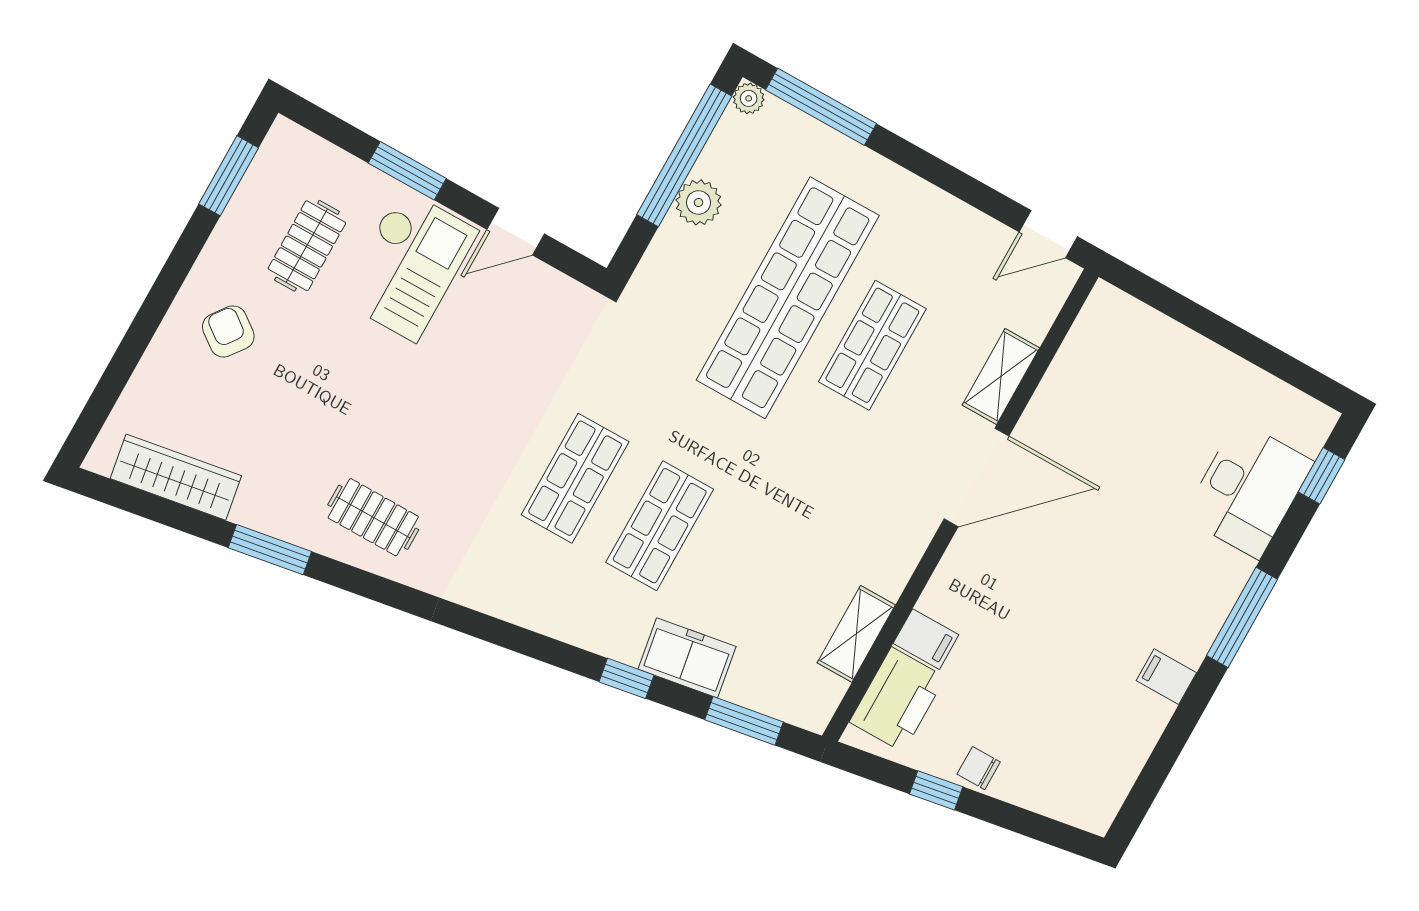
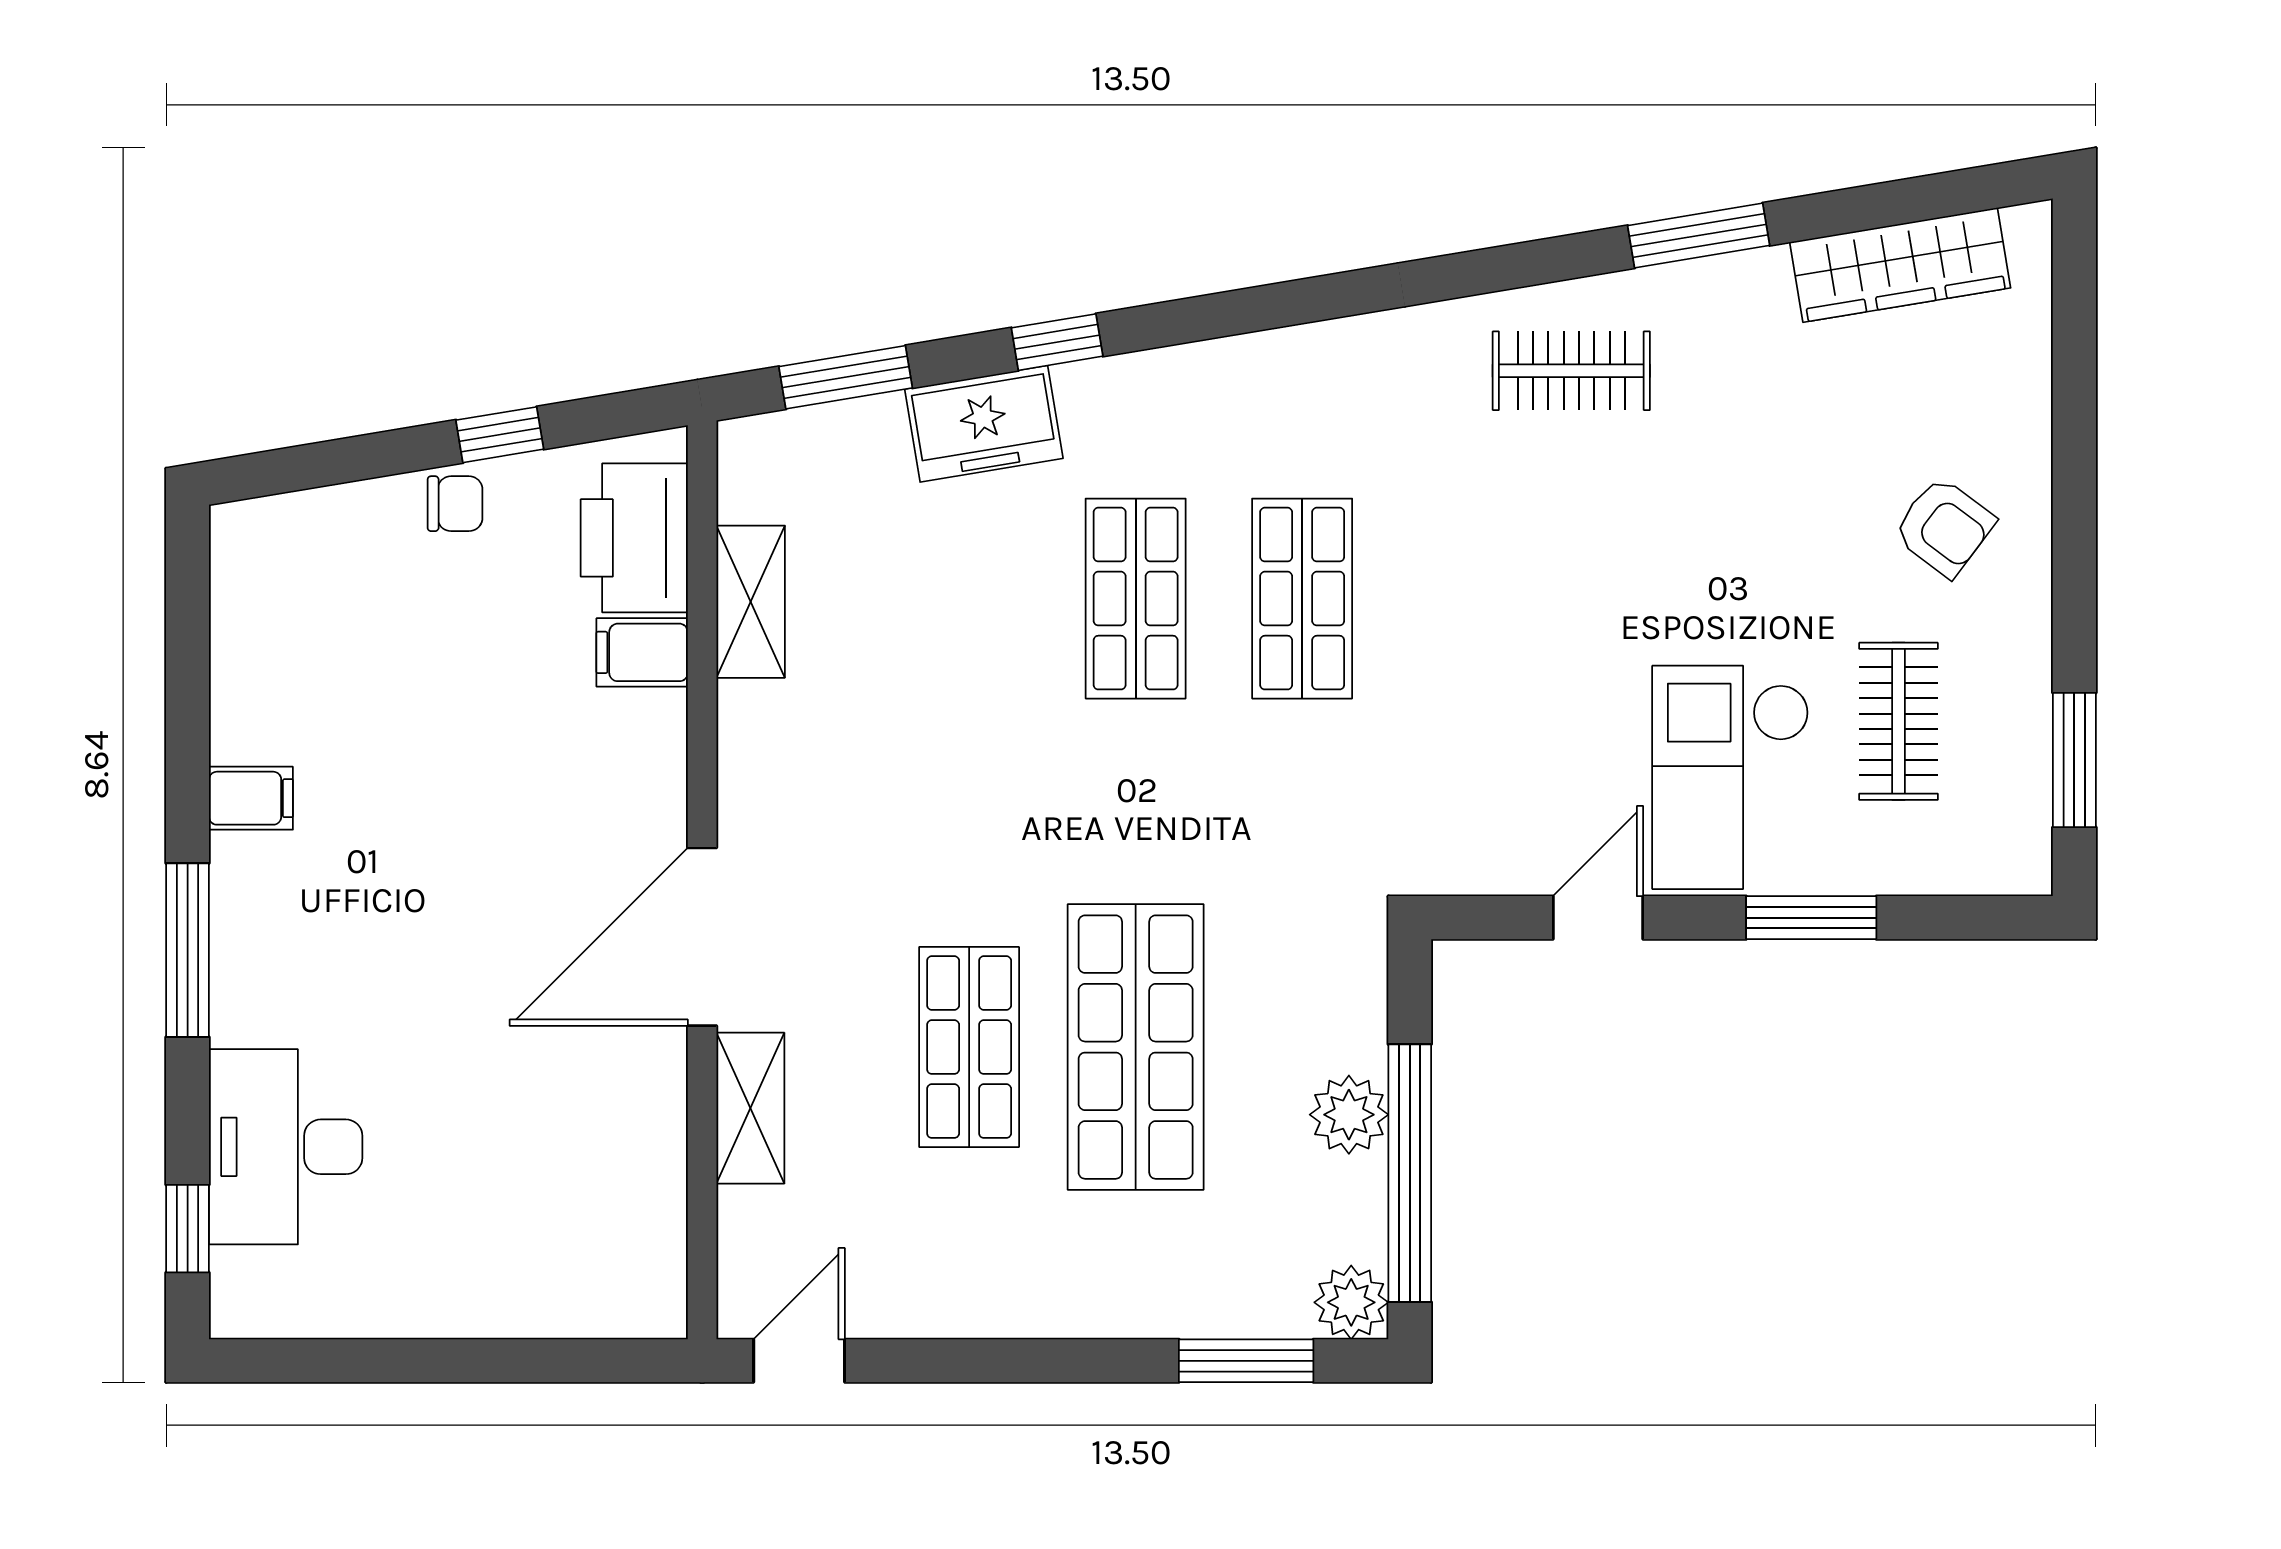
plant: (749, 98) -> (1351, 1302), width x1.38, depth x1.38
window: (821, 107) -> (1246, 1361), width x0.69
shop shelf: (788, 298) -> (1136, 1047), width x0.71

